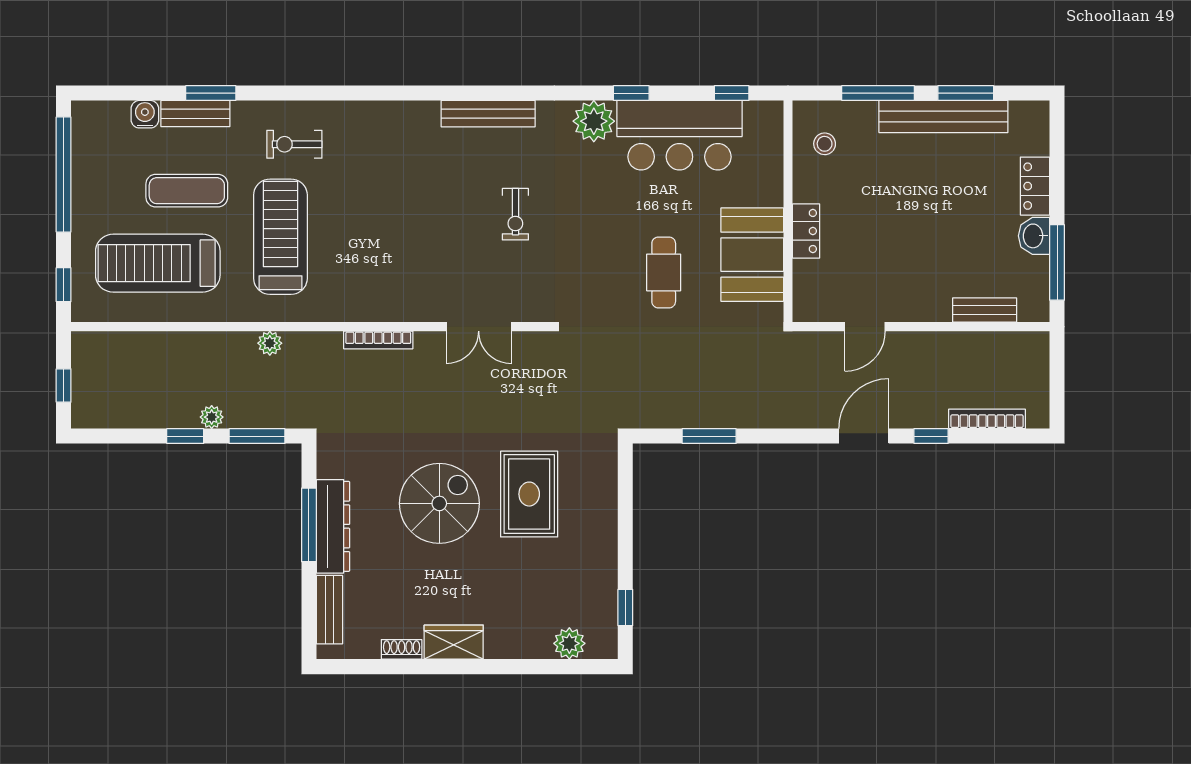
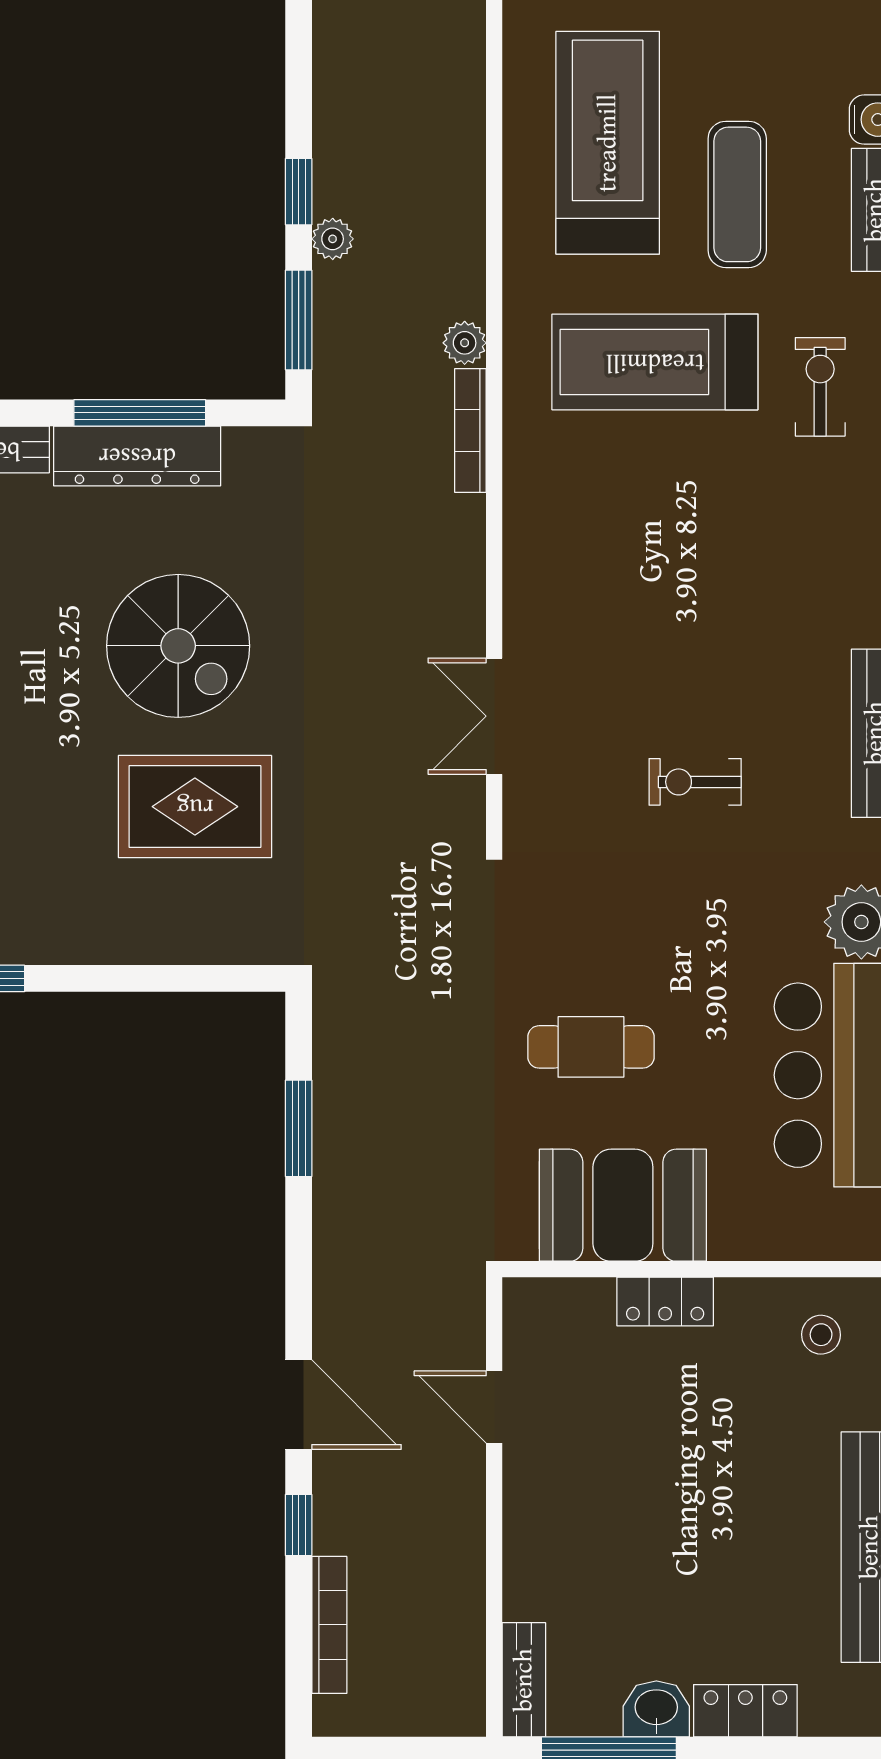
treadmill: (280, 237) -> (655, 362), turned 180
bench: (985, 310) -> (524, 1680), moved
bookcase: (378, 340) -> (470, 430), moved

